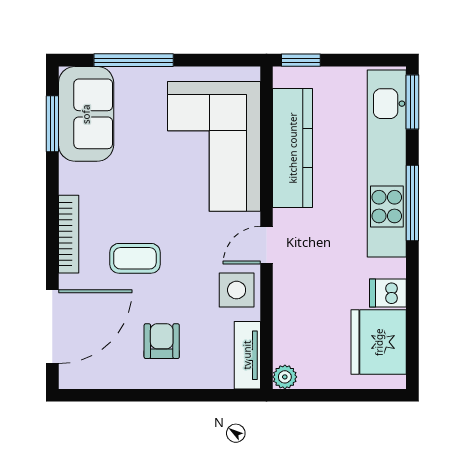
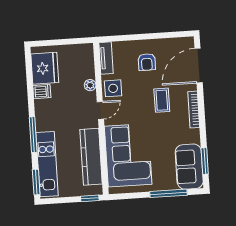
kitchen unit: (387, 164) -> (47, 164), width x0.73
coffee table: (135, 258) -> (162, 100), turned 90
plant: (285, 377) -> (90, 85), moved

